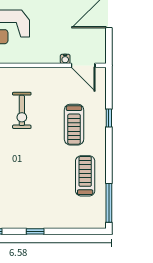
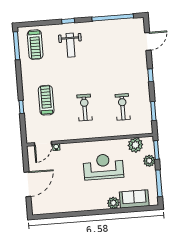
door: (83, 65) -> (43, 143), swing flipped
treadmill: (85, 176) -> (35, 45), moved
weight bench: (34, 198) -> (70, 45), added

